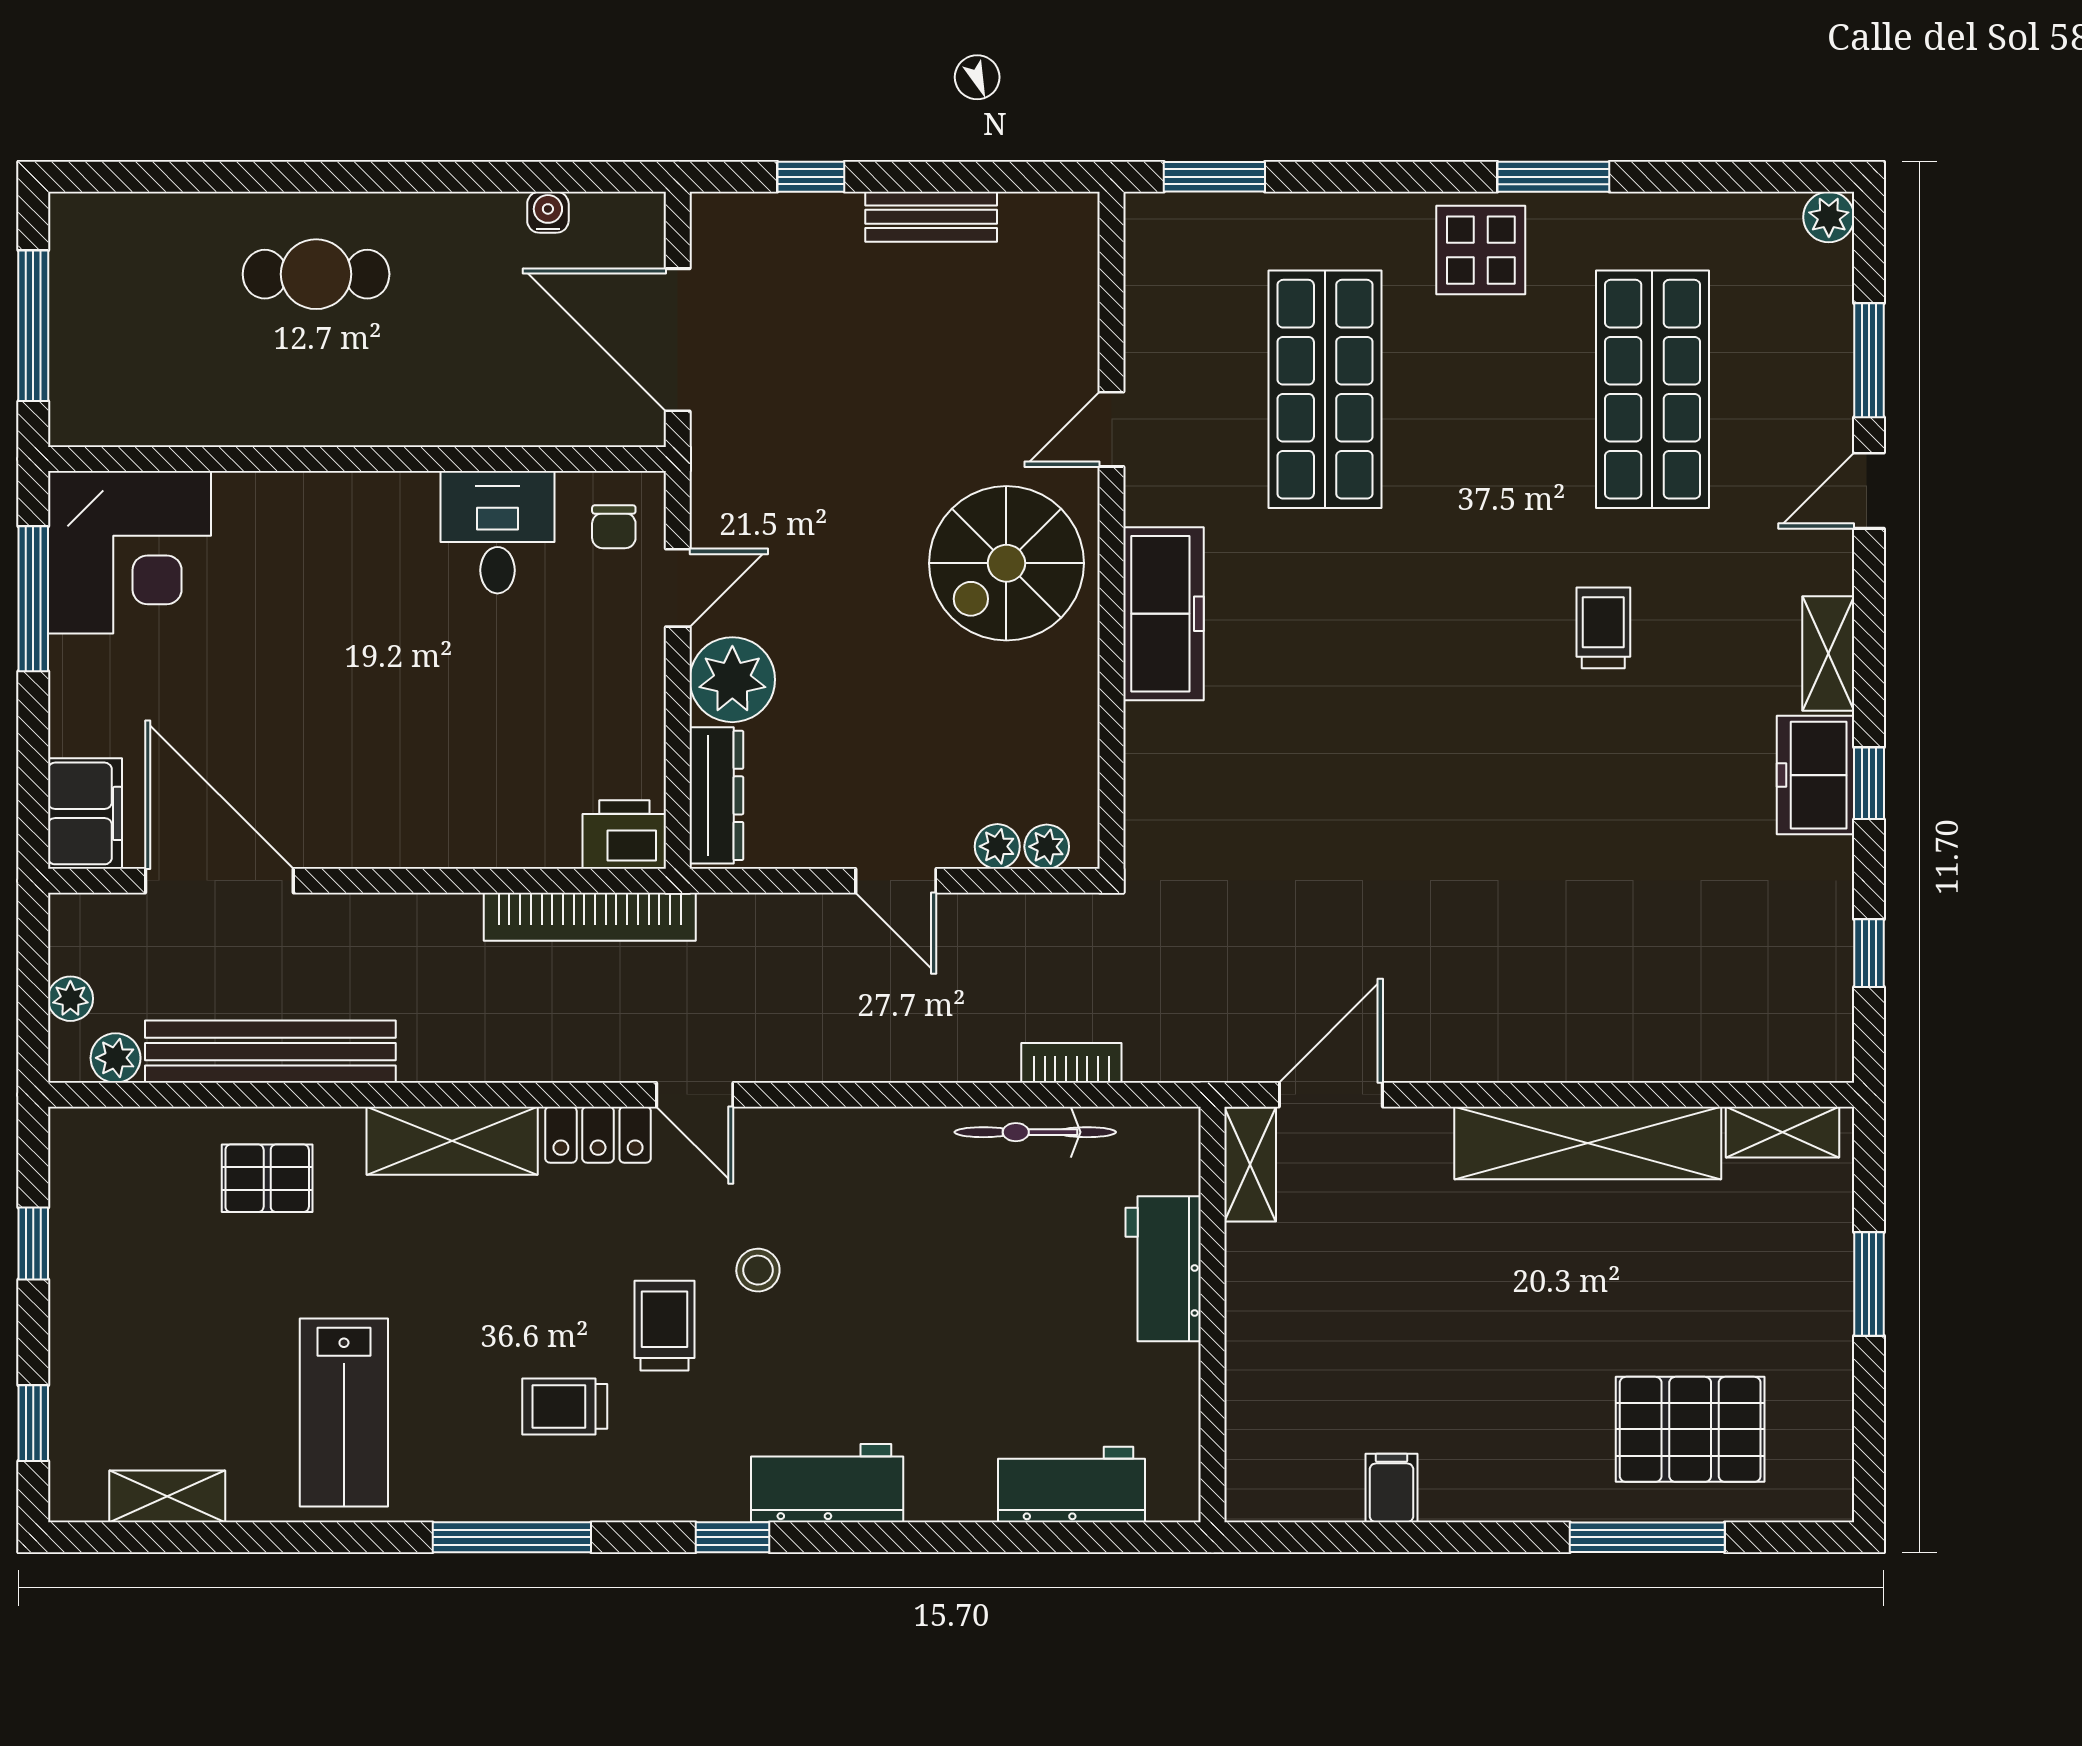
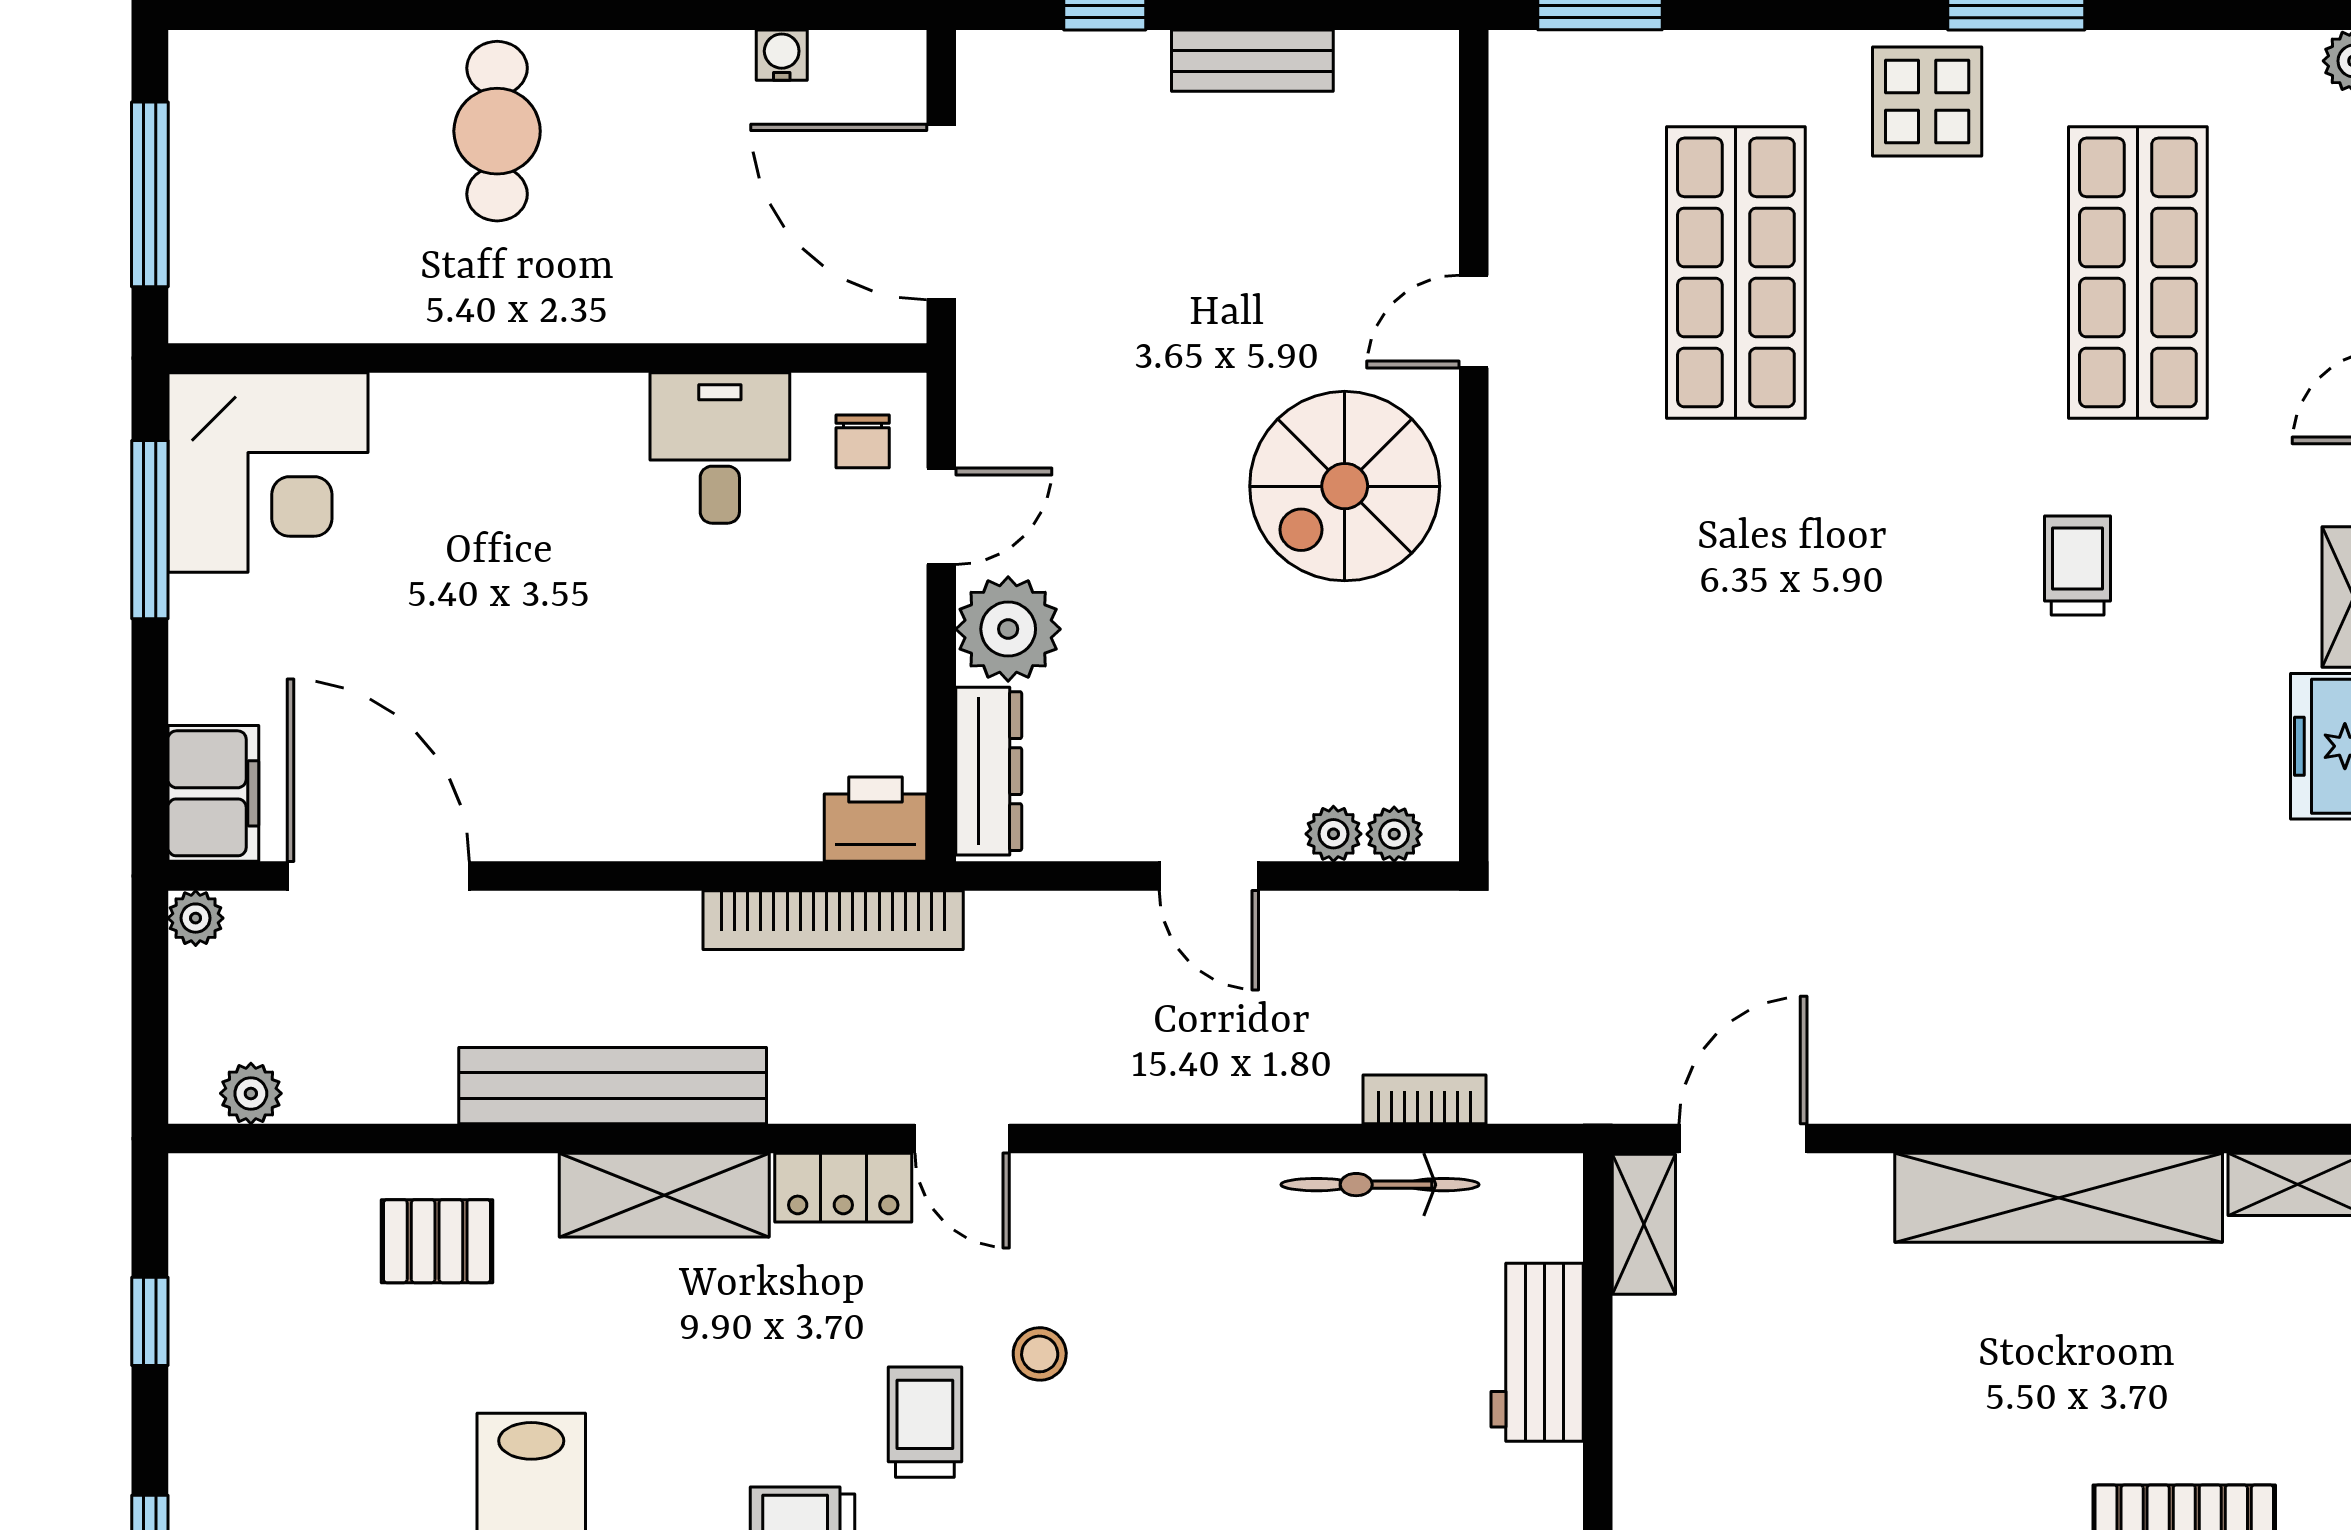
cafe table: (316, 274) -> (497, 131), turned 90
freezer: (1164, 614) -> (1538, 548), removed
plant: (70, 999) -> (196, 918), moved
bench: (270, 1052) -> (613, 1086), moved

